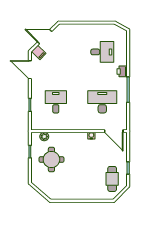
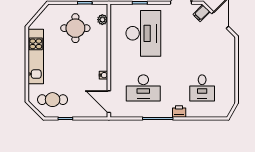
desk: (56, 102) -> (143, 33), width x1.87, depth x1.30
desk: (102, 102) -> (143, 88), turned 90
door: (114, 131) -> (109, 102), hinge flipped
kitchen unit: (75, 193) -> (36, 56), added

